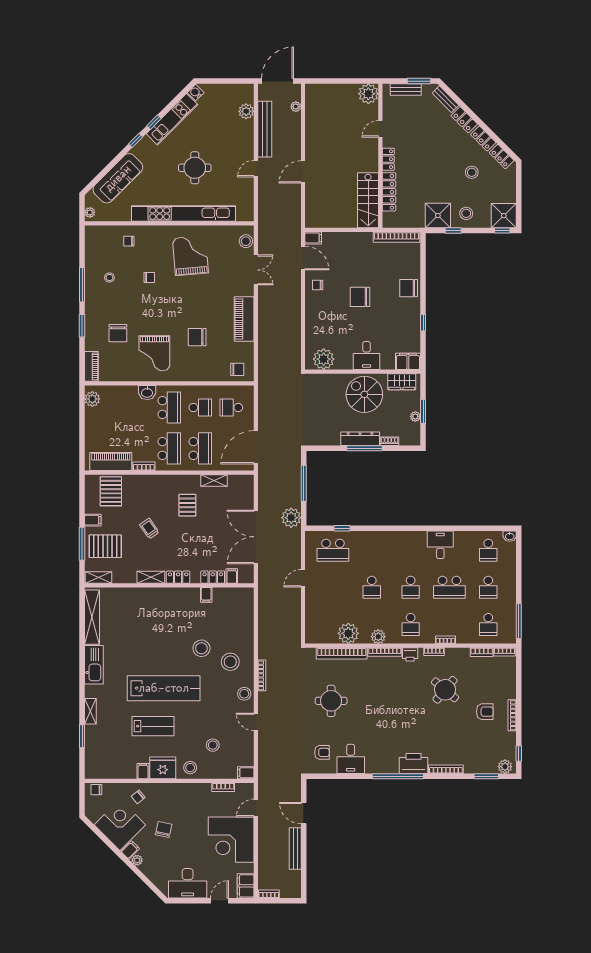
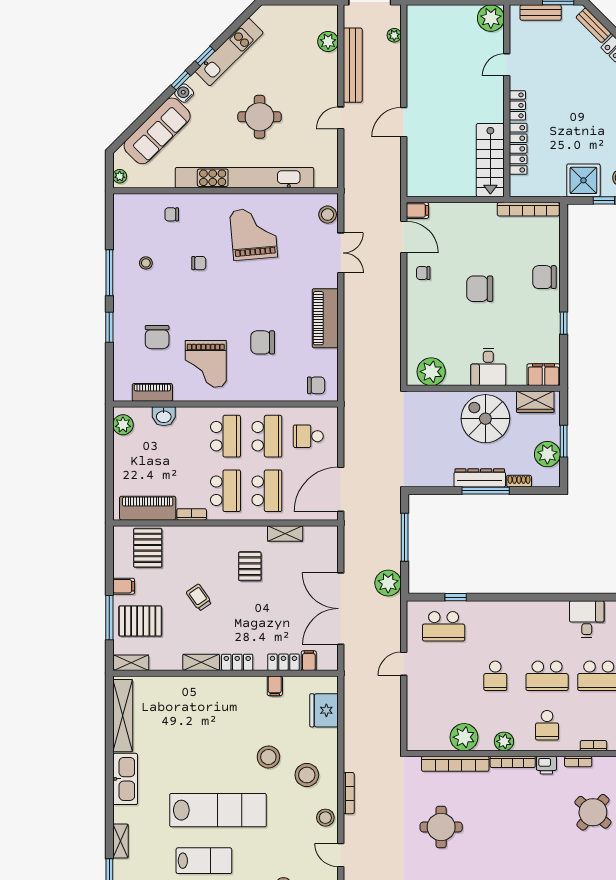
water cooler: (196, 93) -> (184, 93), moved
piano: (91, 366) -> (152, 392), moved, turned -90
washbasin: (147, 393) -> (164, 416), moved
school desk: (200, 408) -> (267, 436), width x1.85
plant: (415, 416) -> (547, 454), width x1.87, depth x1.87
school desk: (411, 587) -> (547, 676), width x1.85
fridge: (243, 613) -> (324, 710), added

